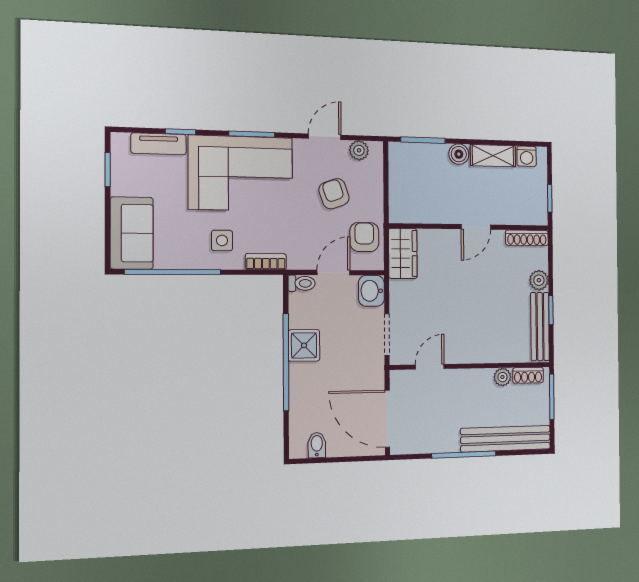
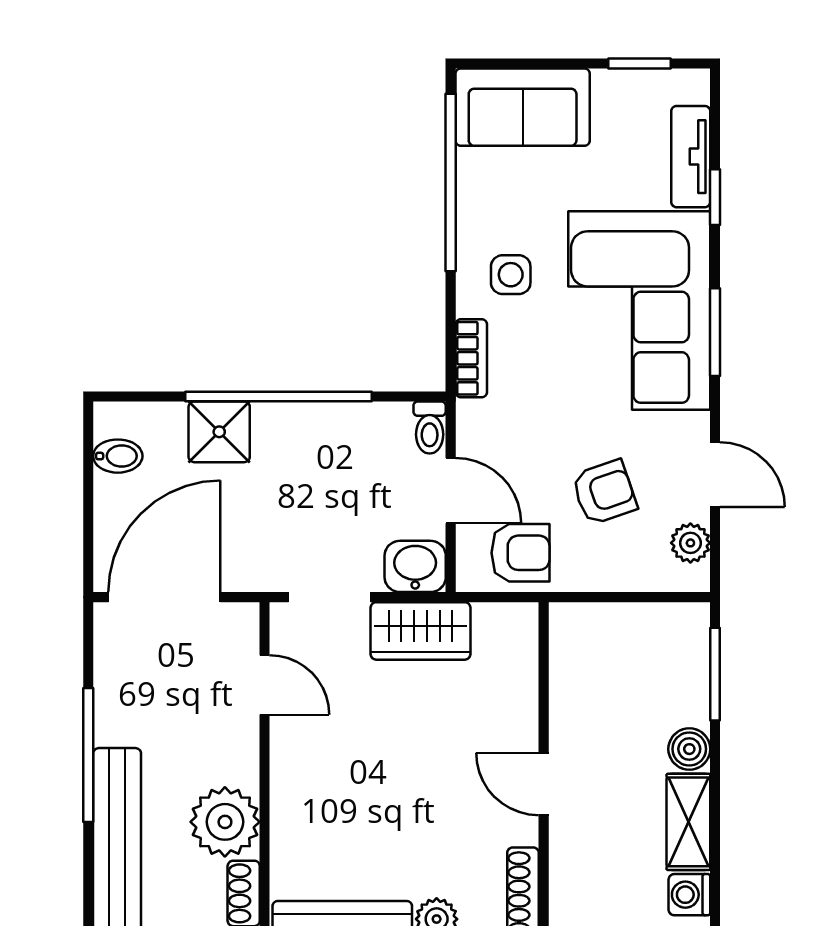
wardrobe: (403, 253) -> (420, 631), moved
shower: (304, 345) -> (219, 432), moved
plant: (502, 377) -> (225, 822), width x1.88, depth x1.88

